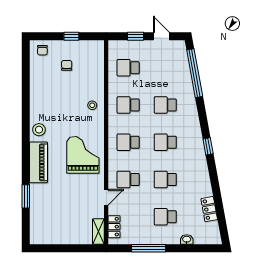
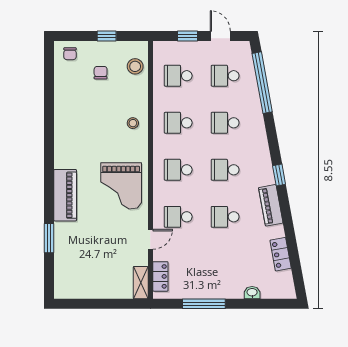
stool: (39, 130) -> (135, 66), moved
grand piano: (83, 155) -> (121, 186), turned 180
piano: (201, 170) -> (271, 205), added
school desk: (165, 217) -> (225, 76), moved

